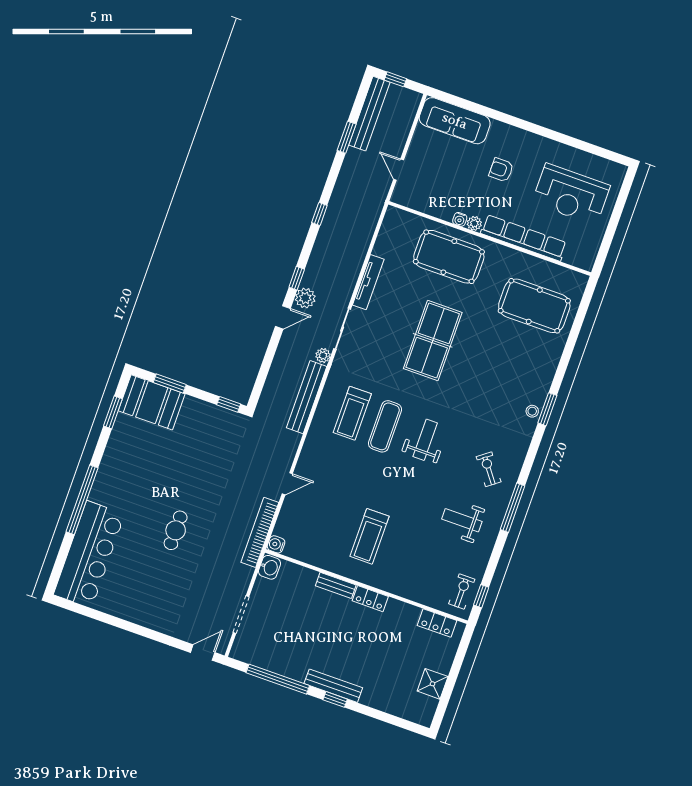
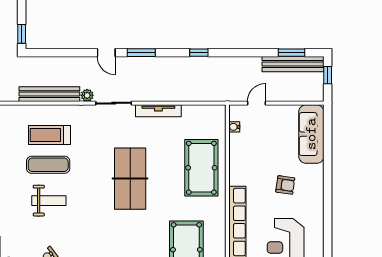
window: (347, 137) -> (291, 53), moved
armchair: (501, 170) -> (285, 185), turned 98
water cooler: (460, 219) -> (234, 127), moved
plant: (474, 223) -> (235, 179), removed
window: (297, 278) -> (141, 53), width x1.50
plant: (305, 298) -> (128, 65), removed
table tennis table: (433, 340) -> (130, 179), turned 90

